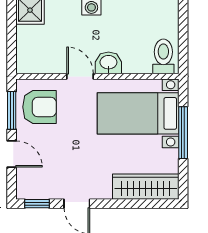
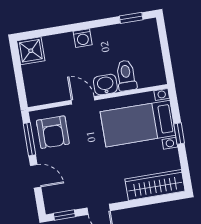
toilet: (163, 56) -> (126, 75), moved
armchair: (40, 107) -> (53, 132), turned 90
window: (183, 133) -> (179, 134), width x0.46

